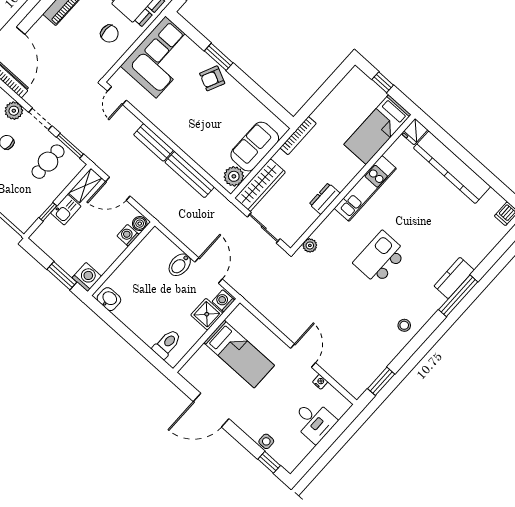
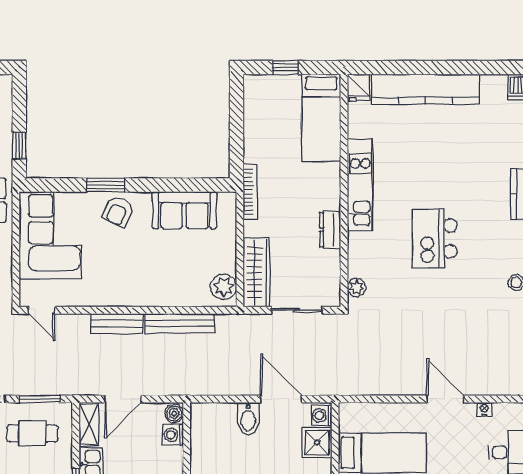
sofa: (255, 147) -> (184, 210), moved, turned -90
cafe table: (48, 162) -> (32, 433), turned 90

